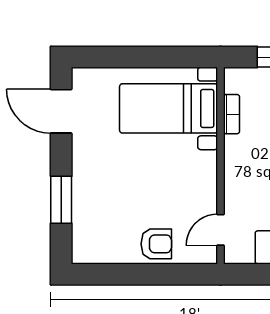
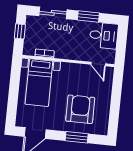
armchair: (156, 244) -> (80, 109), moved, width x1.88, depth x1.88

